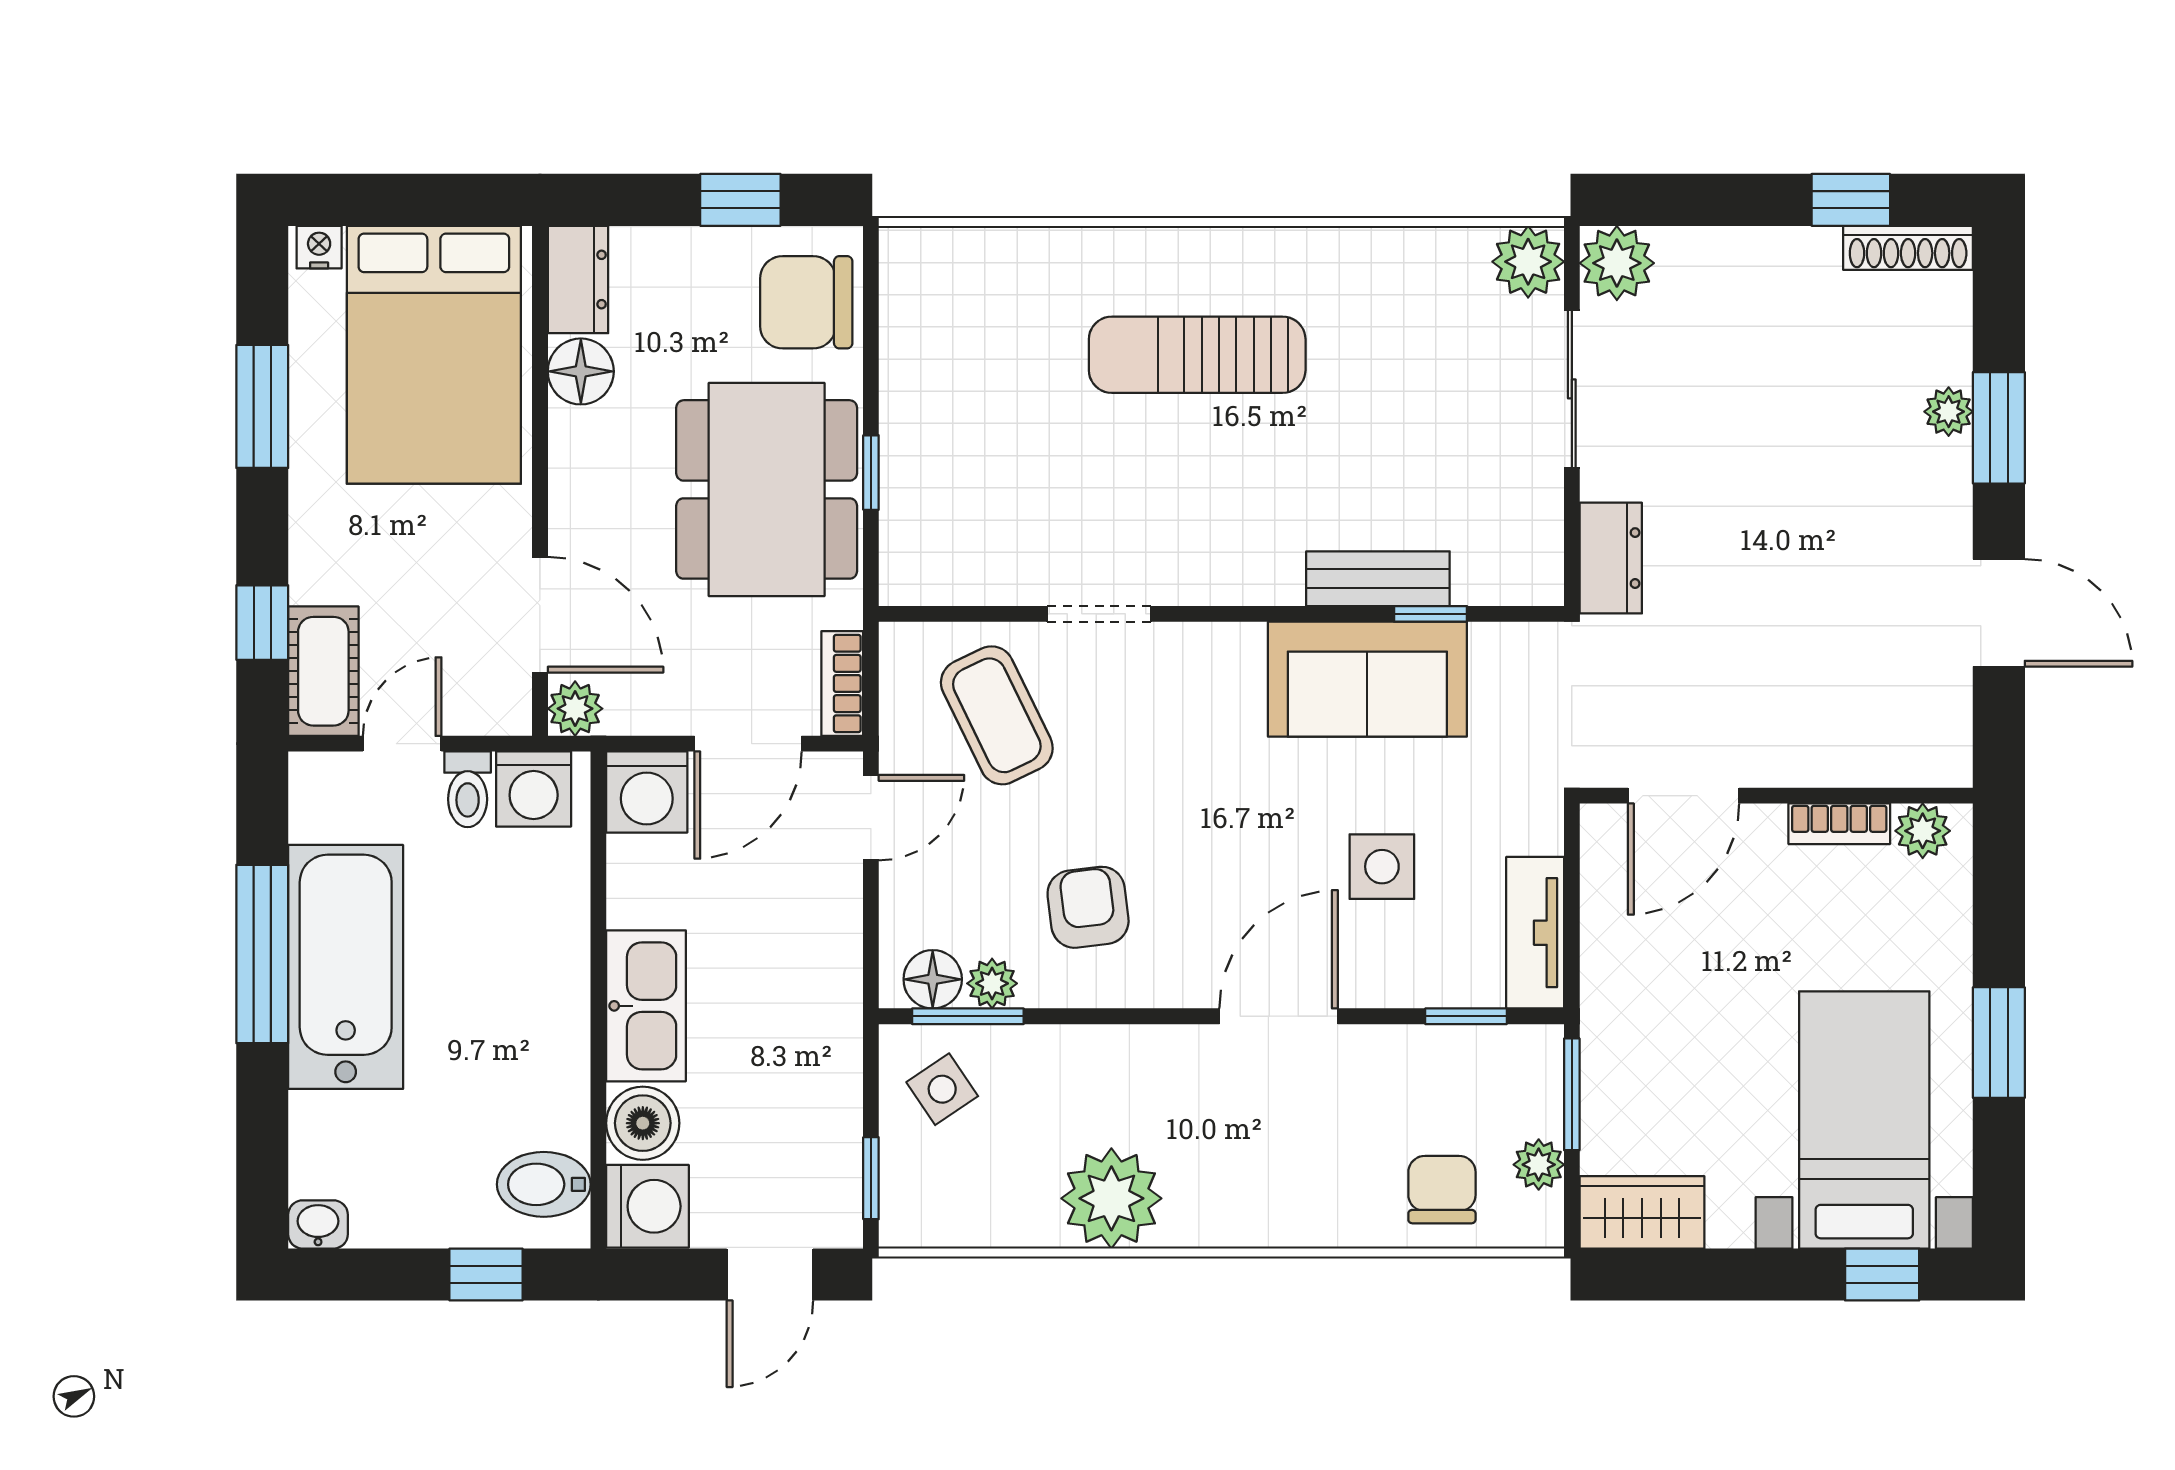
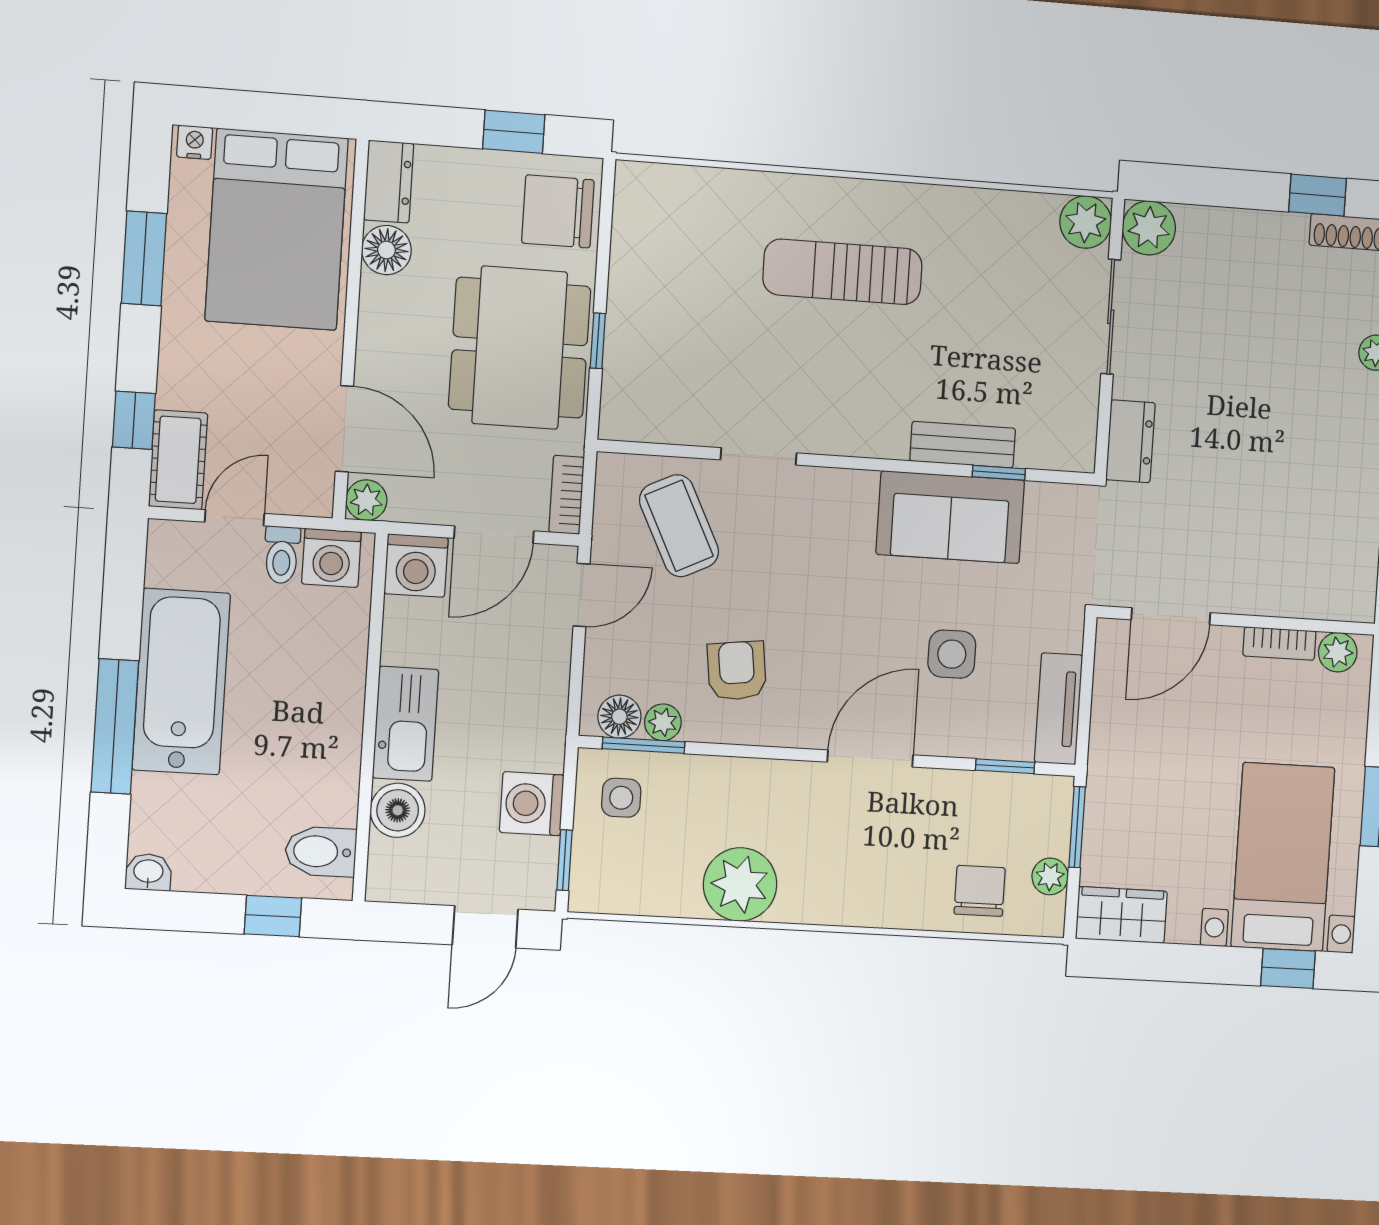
window: (262, 954) -> (115, 726), moved
side table: (942, 1089) -> (621, 798), turned 34
washing machine: (647, 1206) -> (532, 804), moved, turned 180

